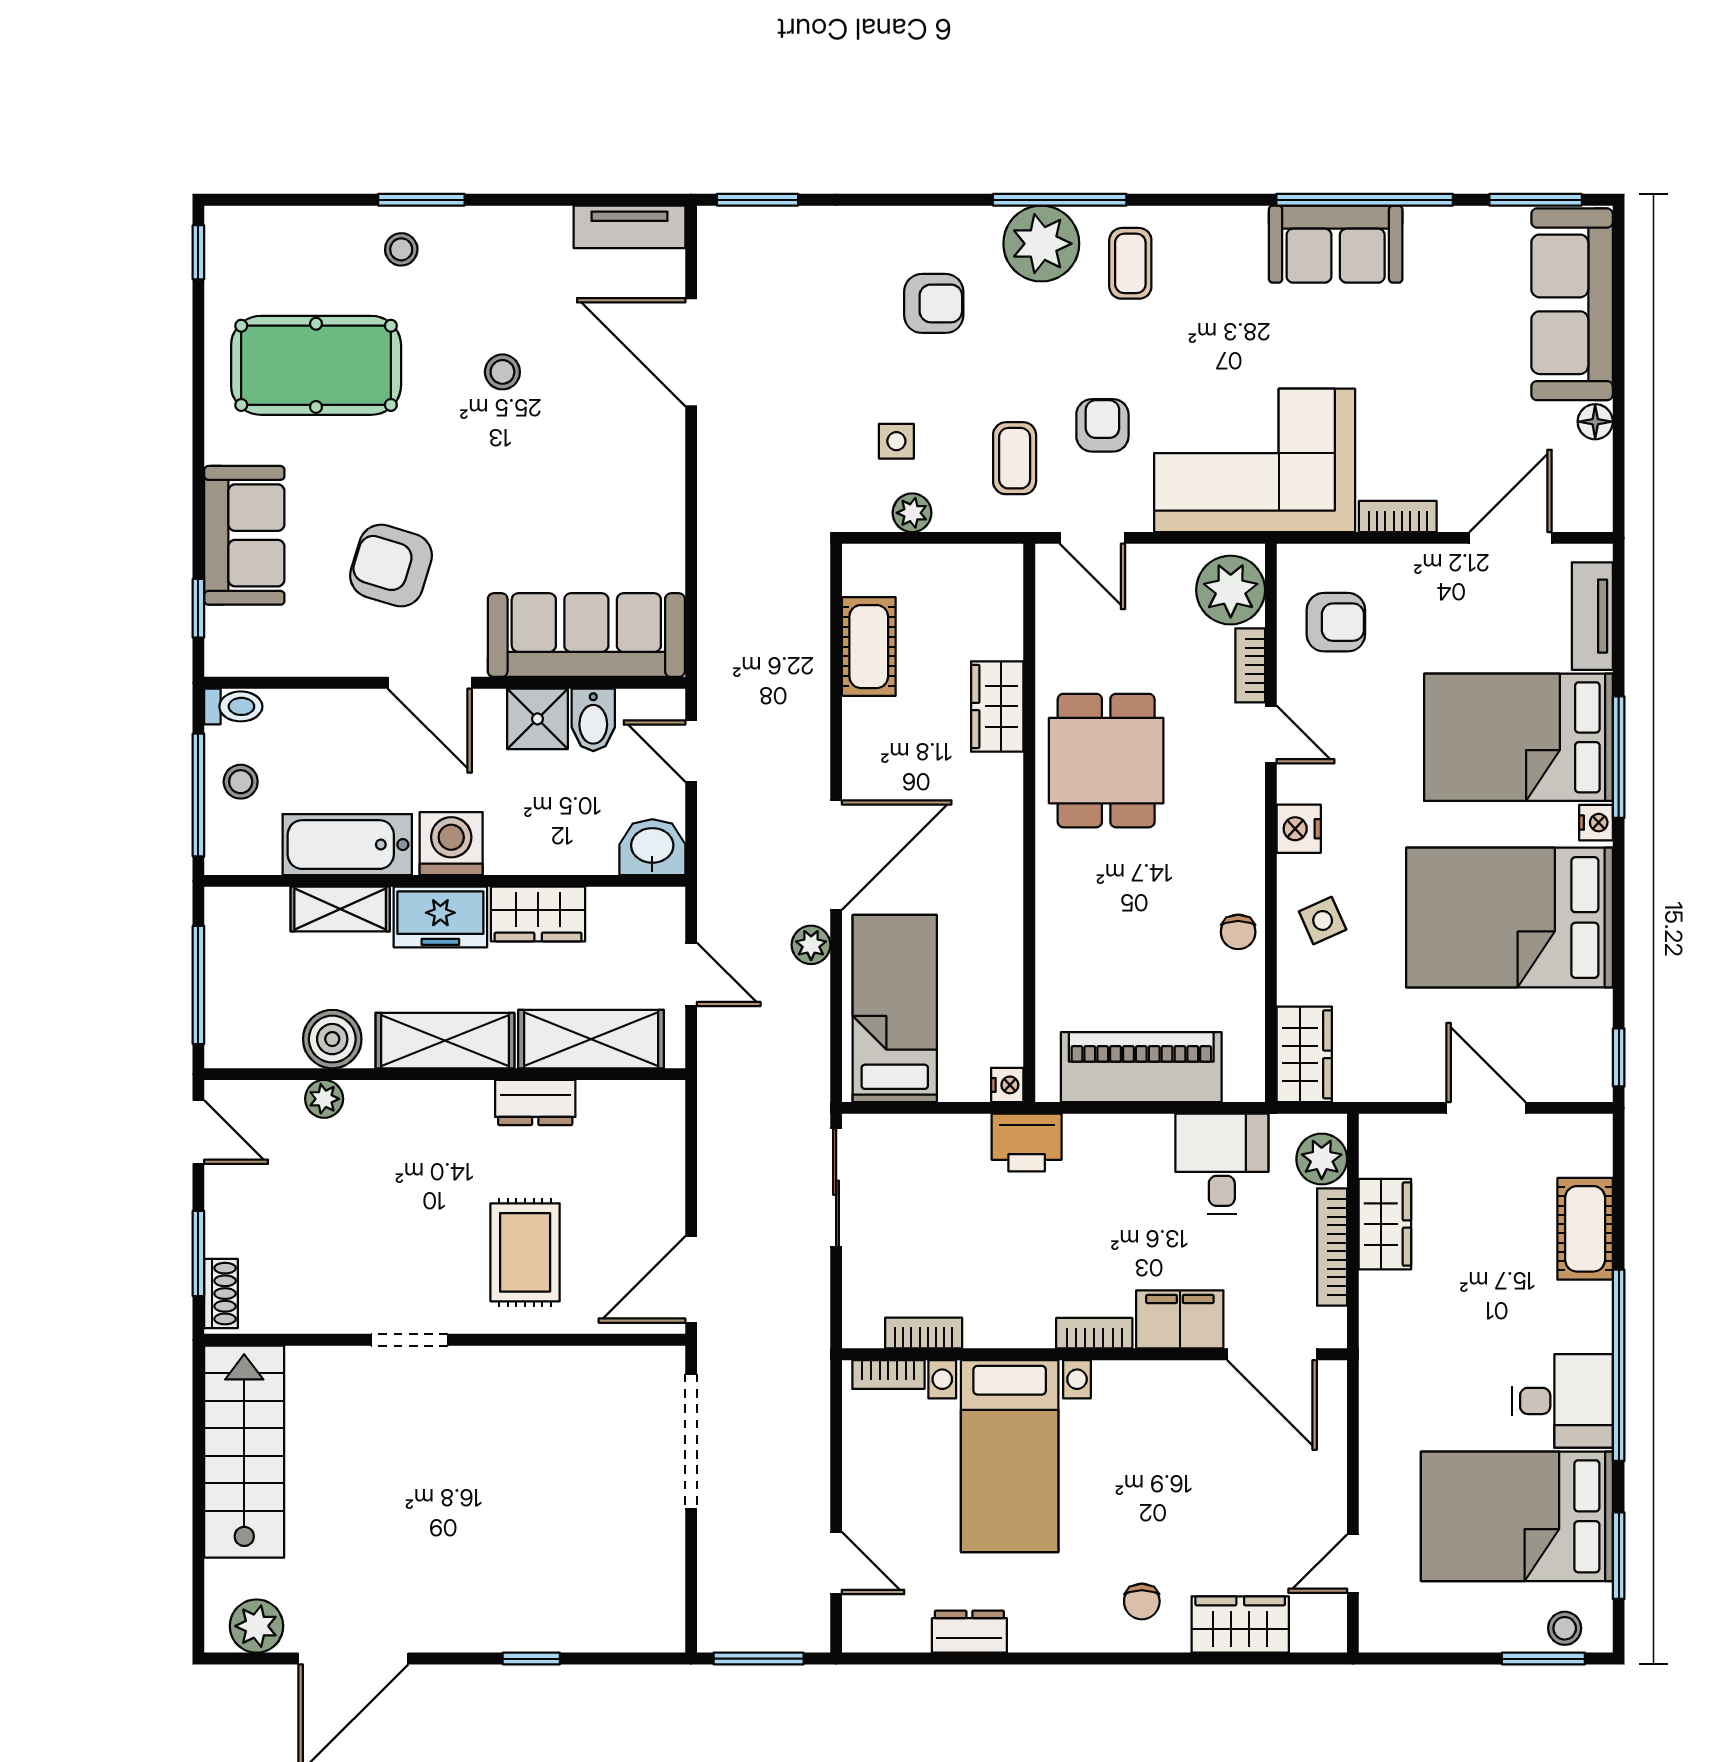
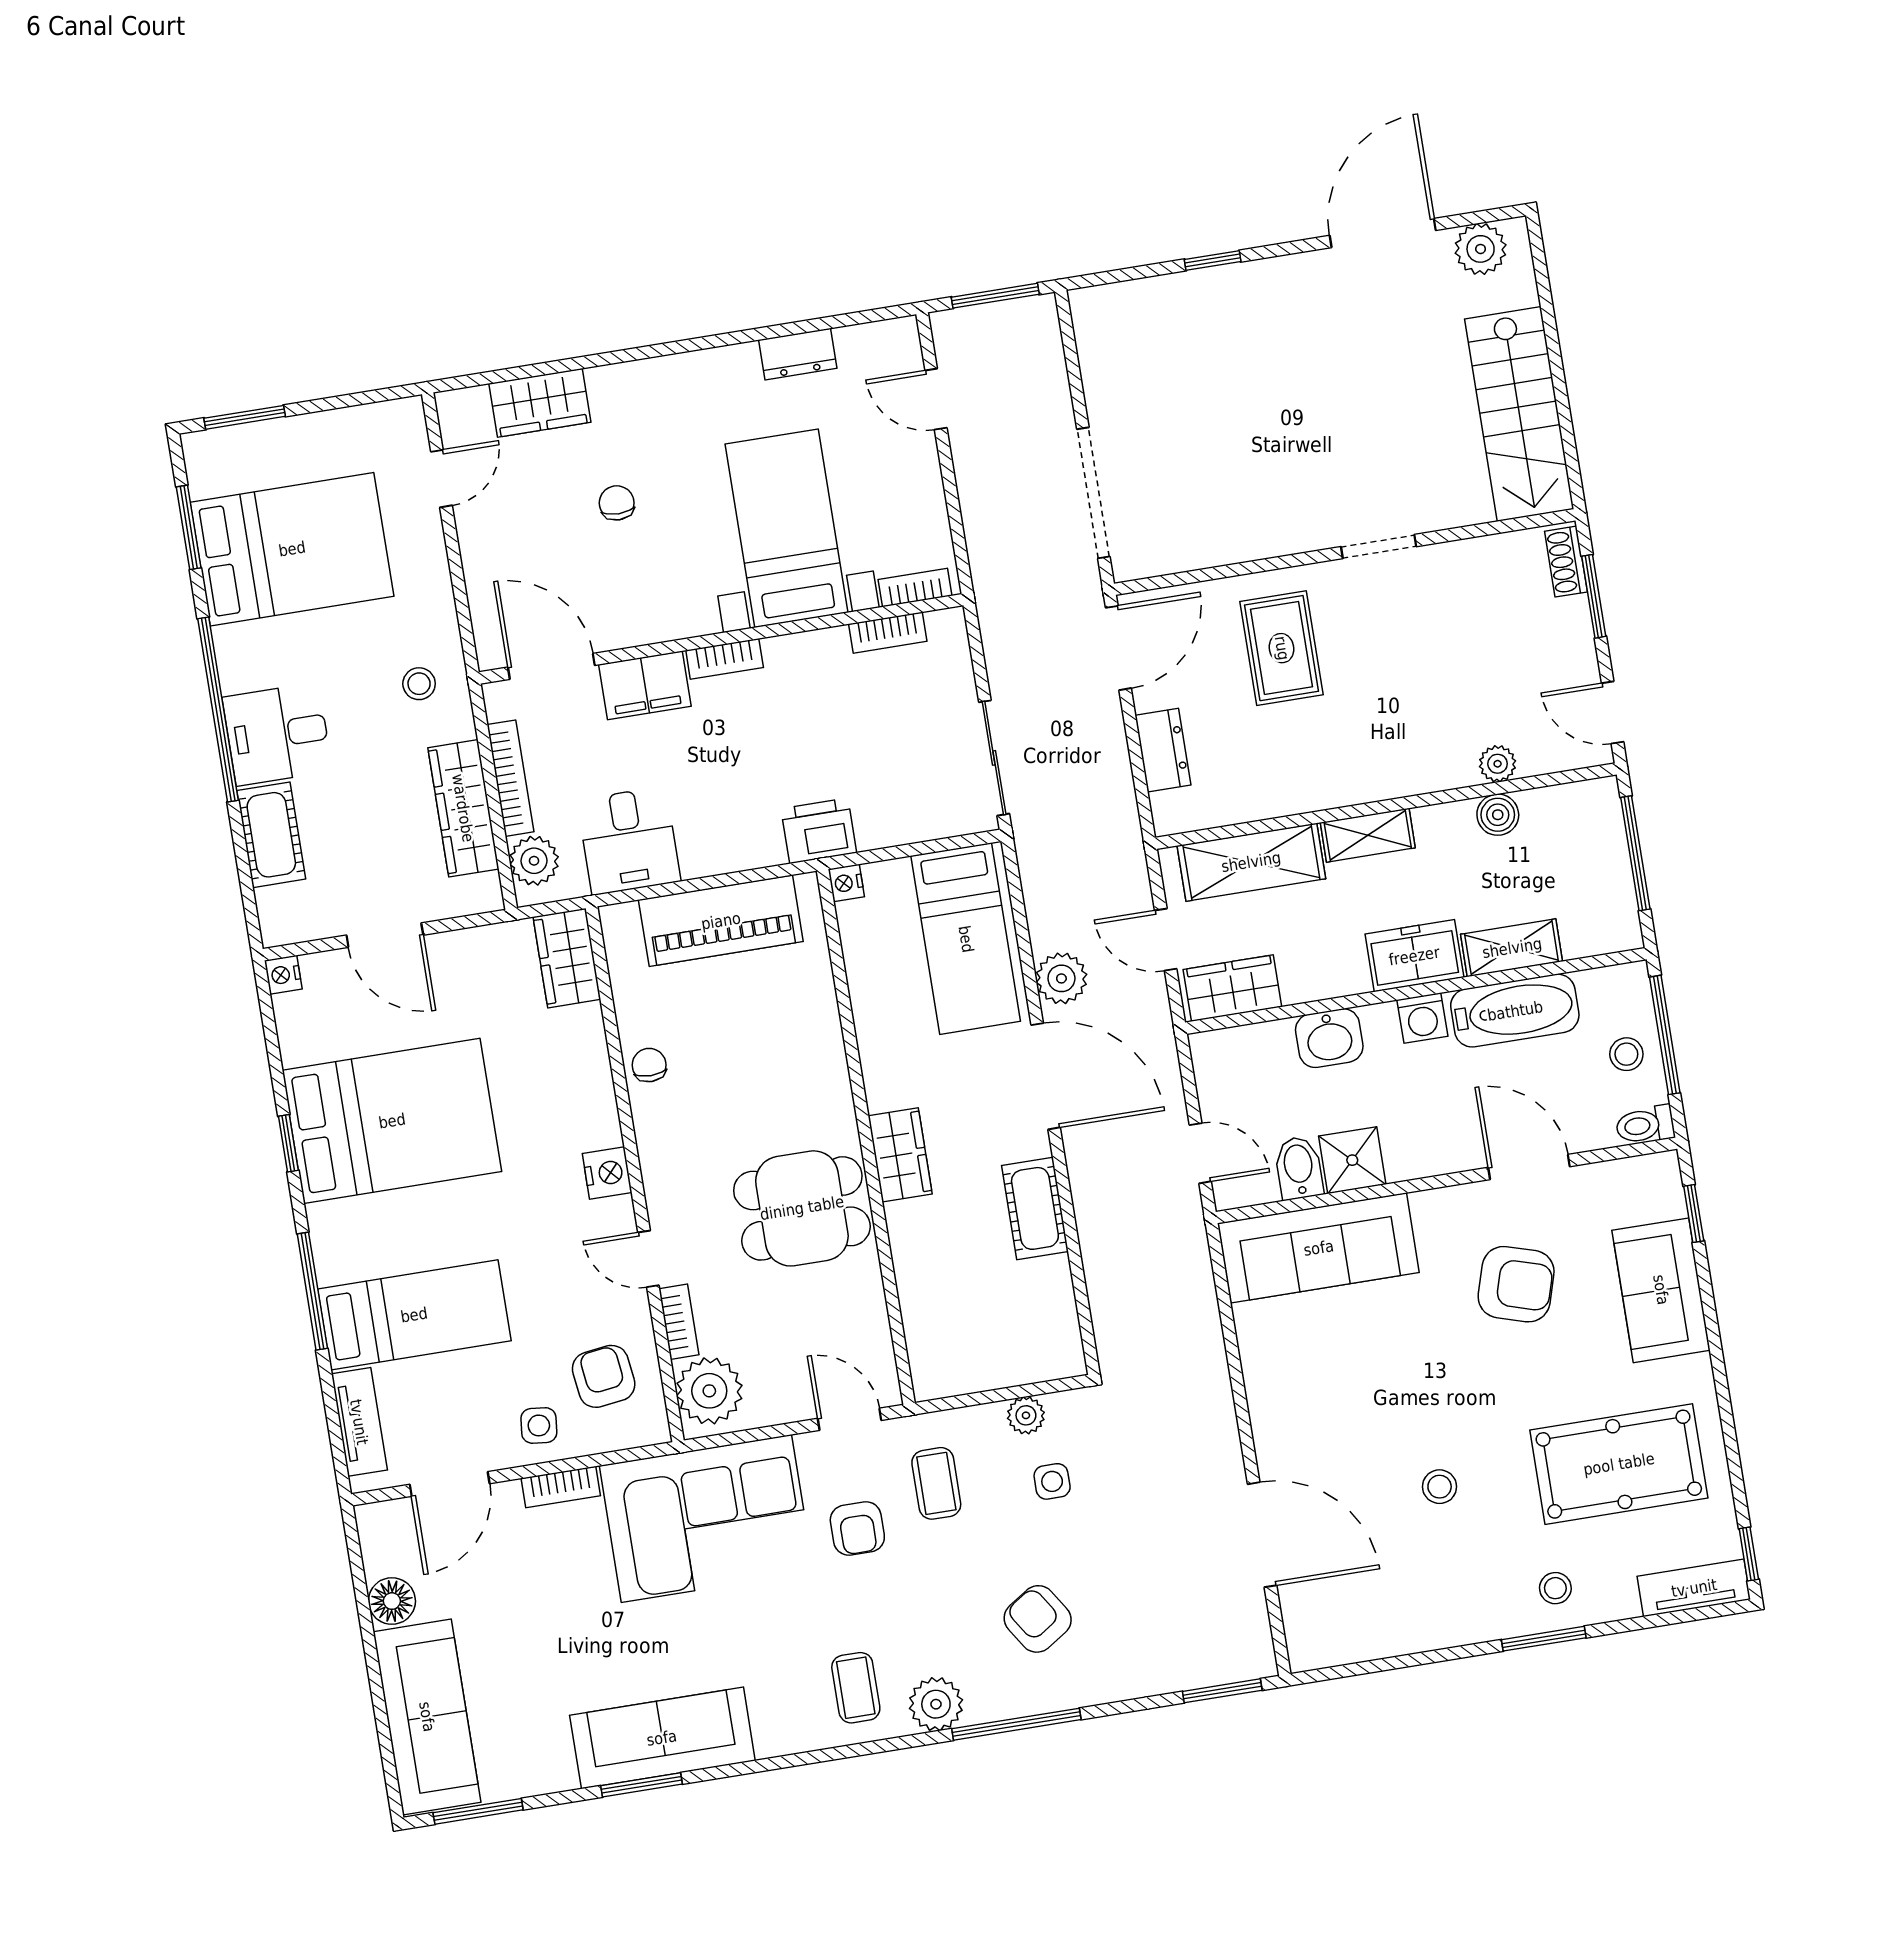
window: (1060, 200) -> (1016, 1724), moved
window: (1365, 200) -> (642, 1785), width x0.47
tv unit: (629, 227) -> (1694, 1588), moved
plant: (1041, 244) -> (936, 1704), width x0.73, depth x0.73
sofa: (1336, 244) -> (662, 1738), width x1.36
armchair: (934, 303) -> (1038, 1619), turned 57
floor lamp: (1595, 422) -> (392, 1601), width x1.37, depth x1.37
armchair: (1336, 622) -> (604, 1376), turned 83
cot: (869, 647) -> (1035, 1208), moved
door: (430, 683) -> (1529, 1167), moved
wardrobe: (997, 706) -> (900, 1155), moved
bed: (1519, 737) -> (414, 1315), width x0.67
dining table: (1106, 761) -> (802, 1208), turned 90
nightstand: (1596, 823) -> (283, 975), moved
washing machine: (451, 844) -> (1422, 1018), width x0.73, depth x0.73
washbasin: (652, 847) -> (1329, 1038), moved
door: (836, 855) -> (1046, 1076), swing flipped
wardrobe: (538, 914) -> (1232, 988), moved
side table: (1323, 920) -> (539, 1425), moved, turned 30
plant: (811, 945) -> (1061, 978), width x1.38, depth x1.38
boiler: (332, 1039) -> (1498, 815), width x0.73, depth x0.73
shelving: (445, 1041) -> (1368, 835), width x0.67, depth x0.75
window: (1619, 1057) -> (288, 1143), moved
dresser: (535, 1102) -> (1163, 750), moved, turned 90
wardrobe: (1385, 1224) -> (463, 808), width x1.50
desk: (1562, 1401) -> (277, 734), moved
chair: (1142, 1601) -> (617, 503), moved
stool: (1565, 1628) -> (419, 684), moved

